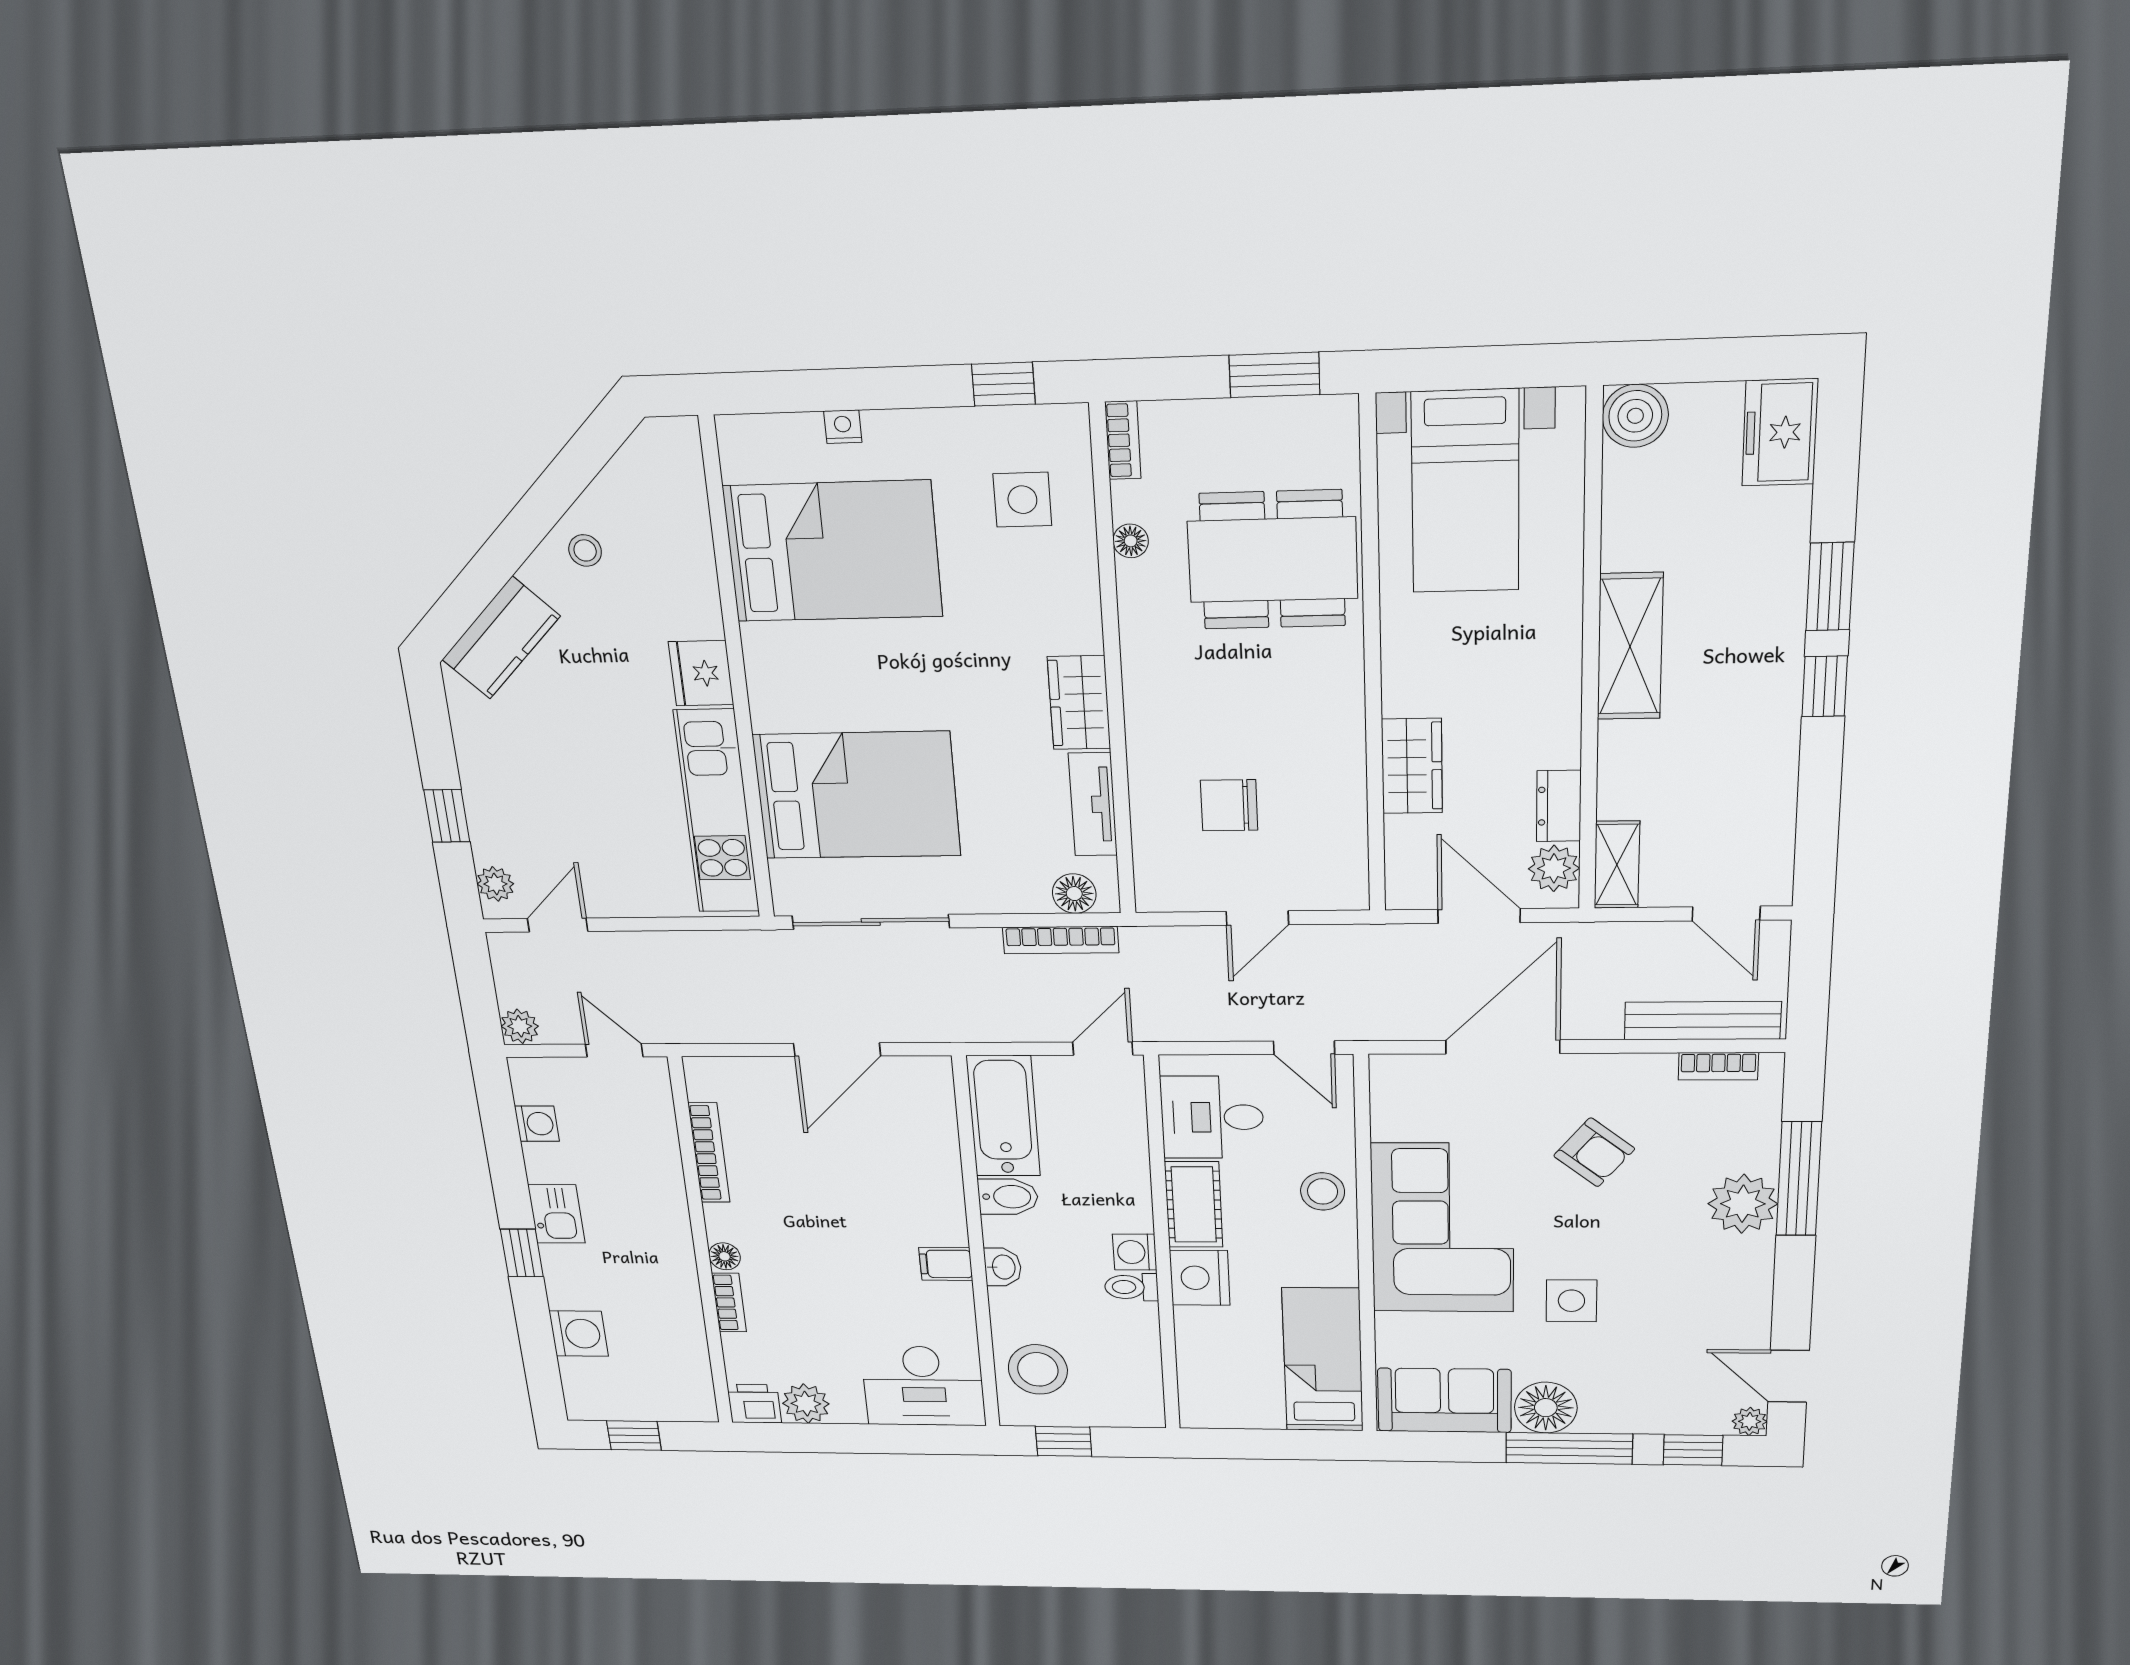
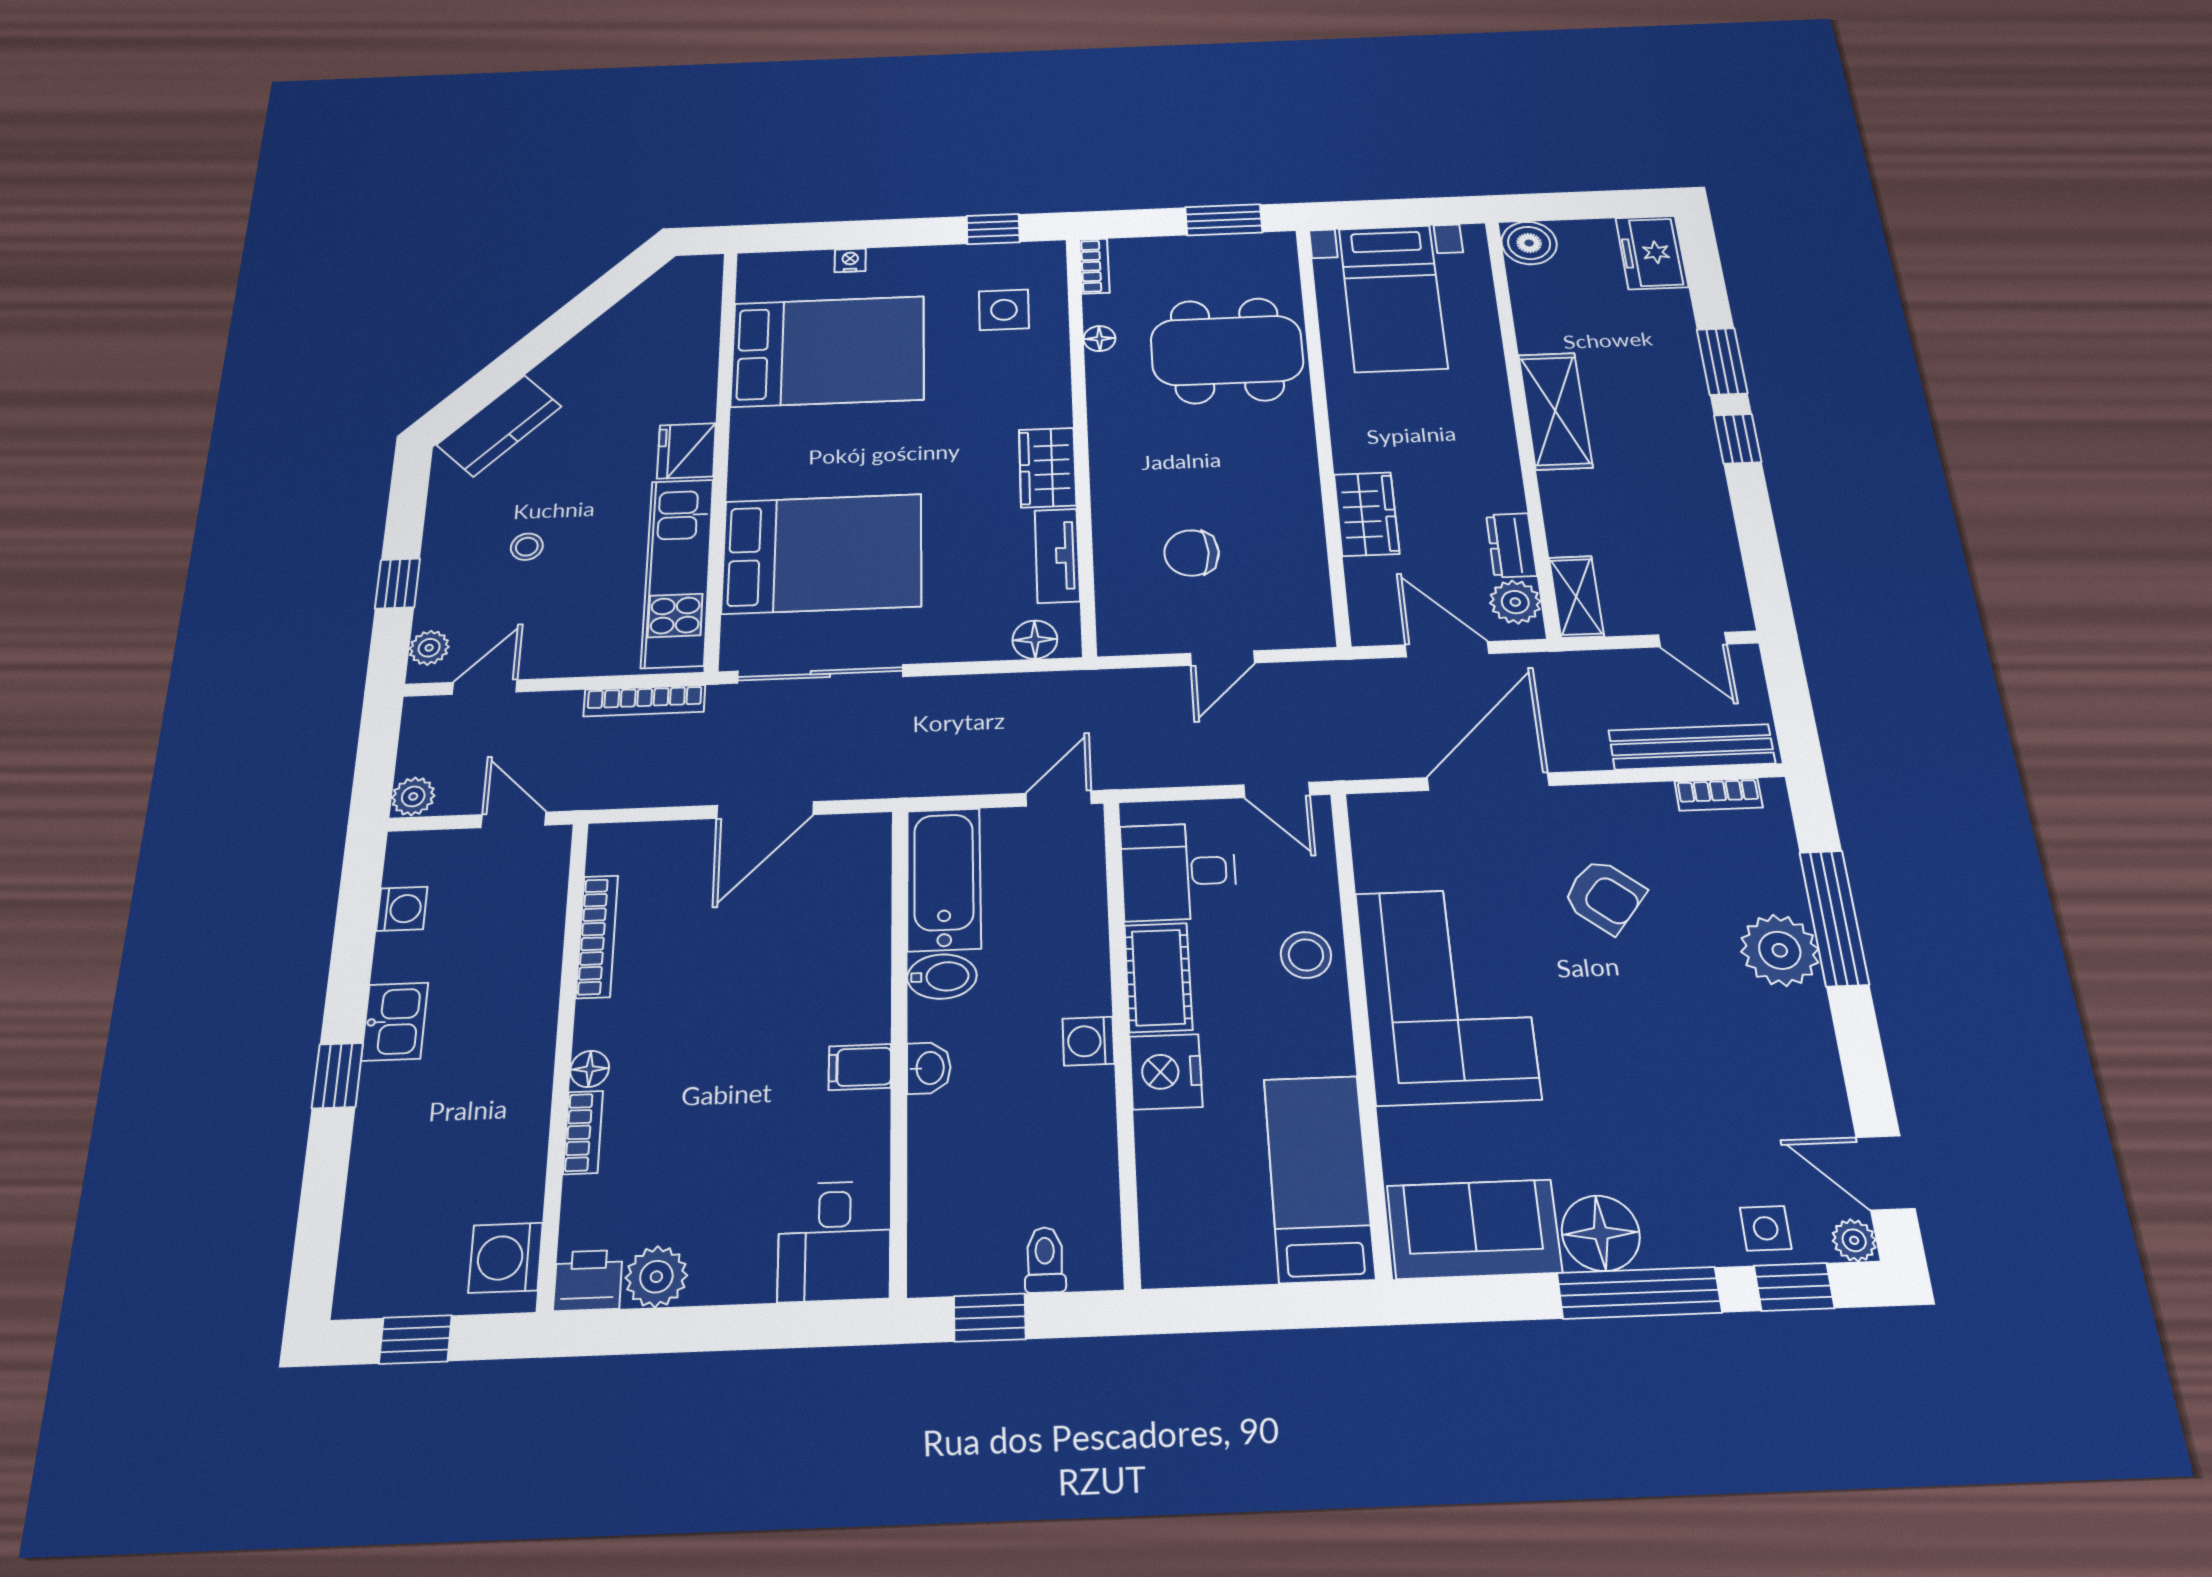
stool: (585, 550) -> (527, 547), moved
bookcase: (1061, 940) -> (644, 701), moved
toilet: (1131, 1287) -> (1045, 1260), moved, turned 90
side table: (1571, 1301) -> (1766, 1228), moved, width x0.73, depth x0.73
washing machine: (579, 1334) -> (506, 1258), moved, turned 180
stool: (1038, 1369) -> (963, 1210), removed
desk: (923, 1386) -> (834, 1241), width x0.73

